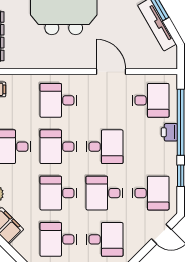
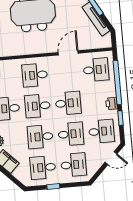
door: (111, 72) -> (68, 53), hinge flipped
printer: (169, 132) -> (112, 103), moved
desk: (104, 193) -> (71, 134), turned 180

